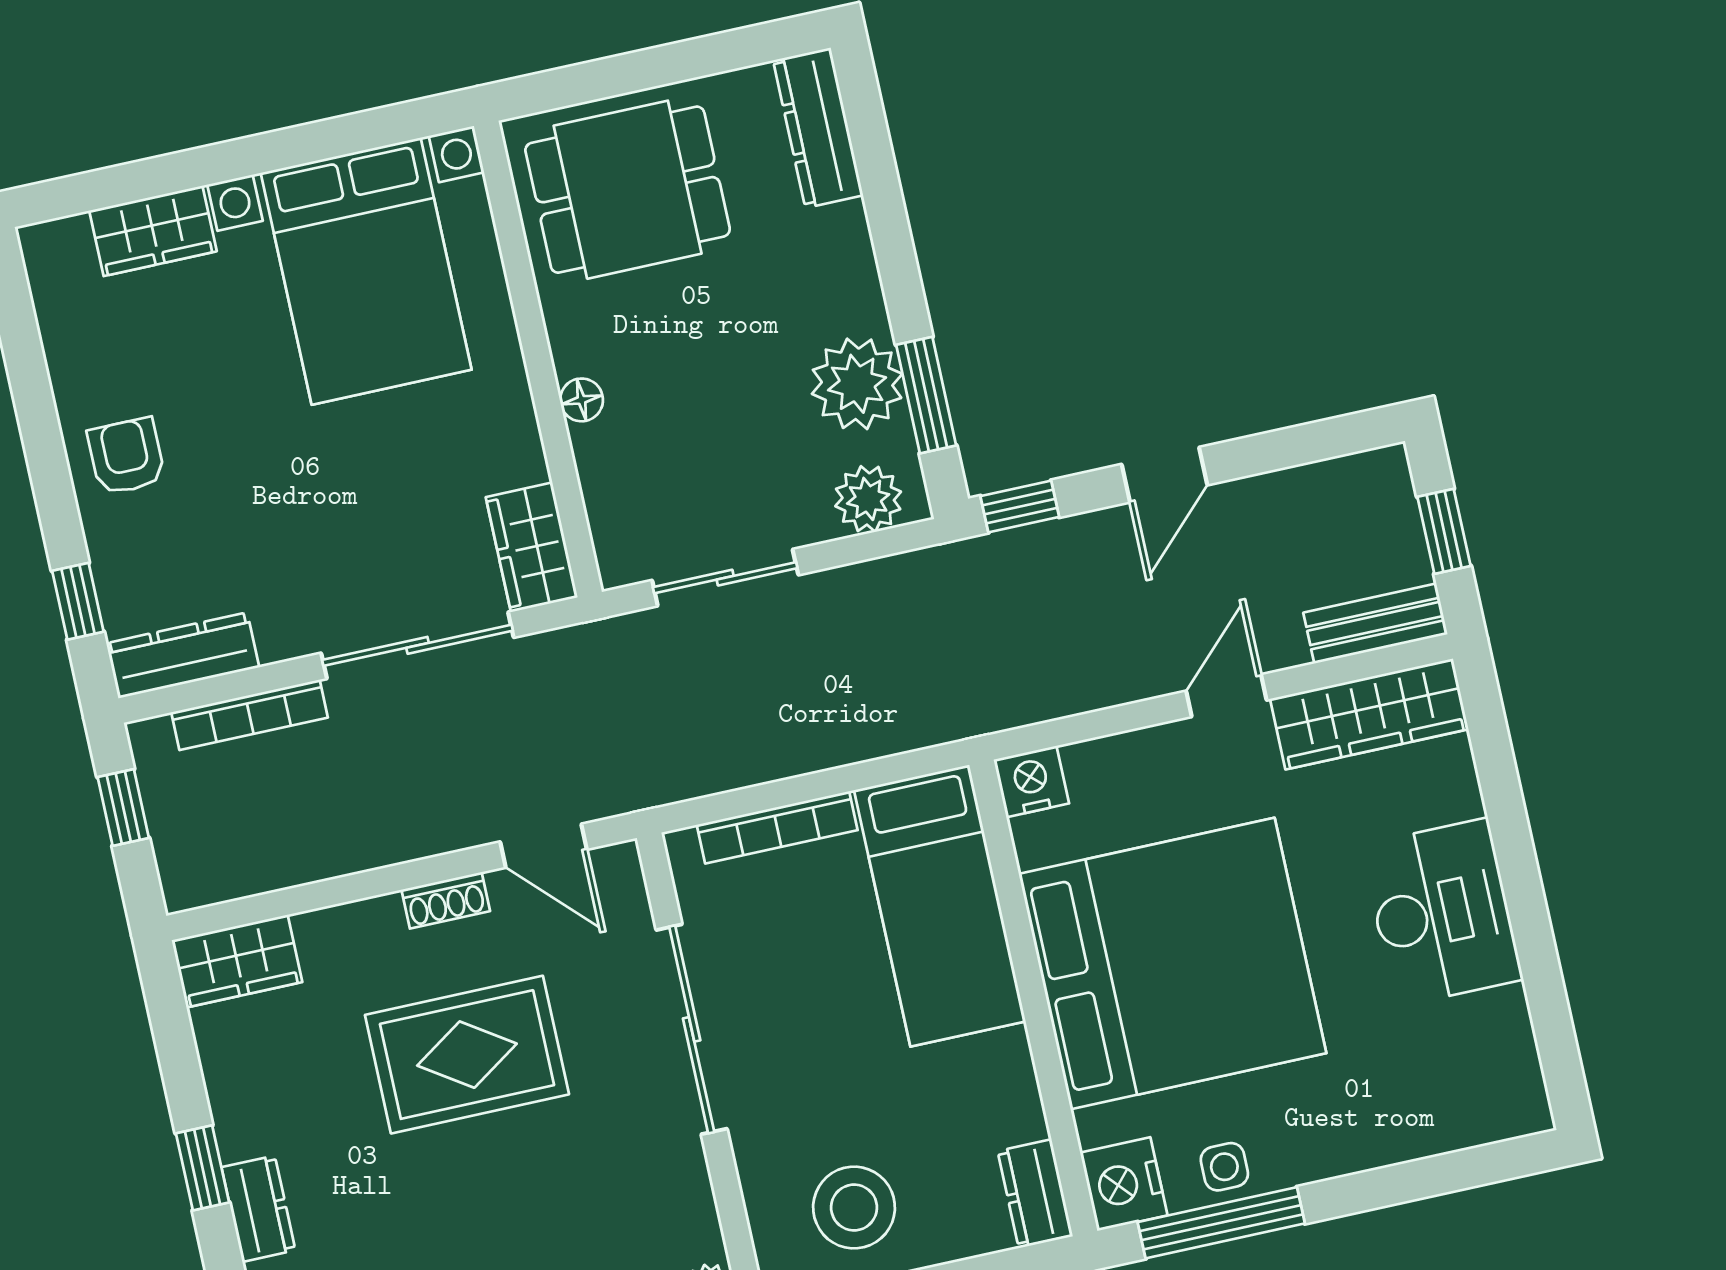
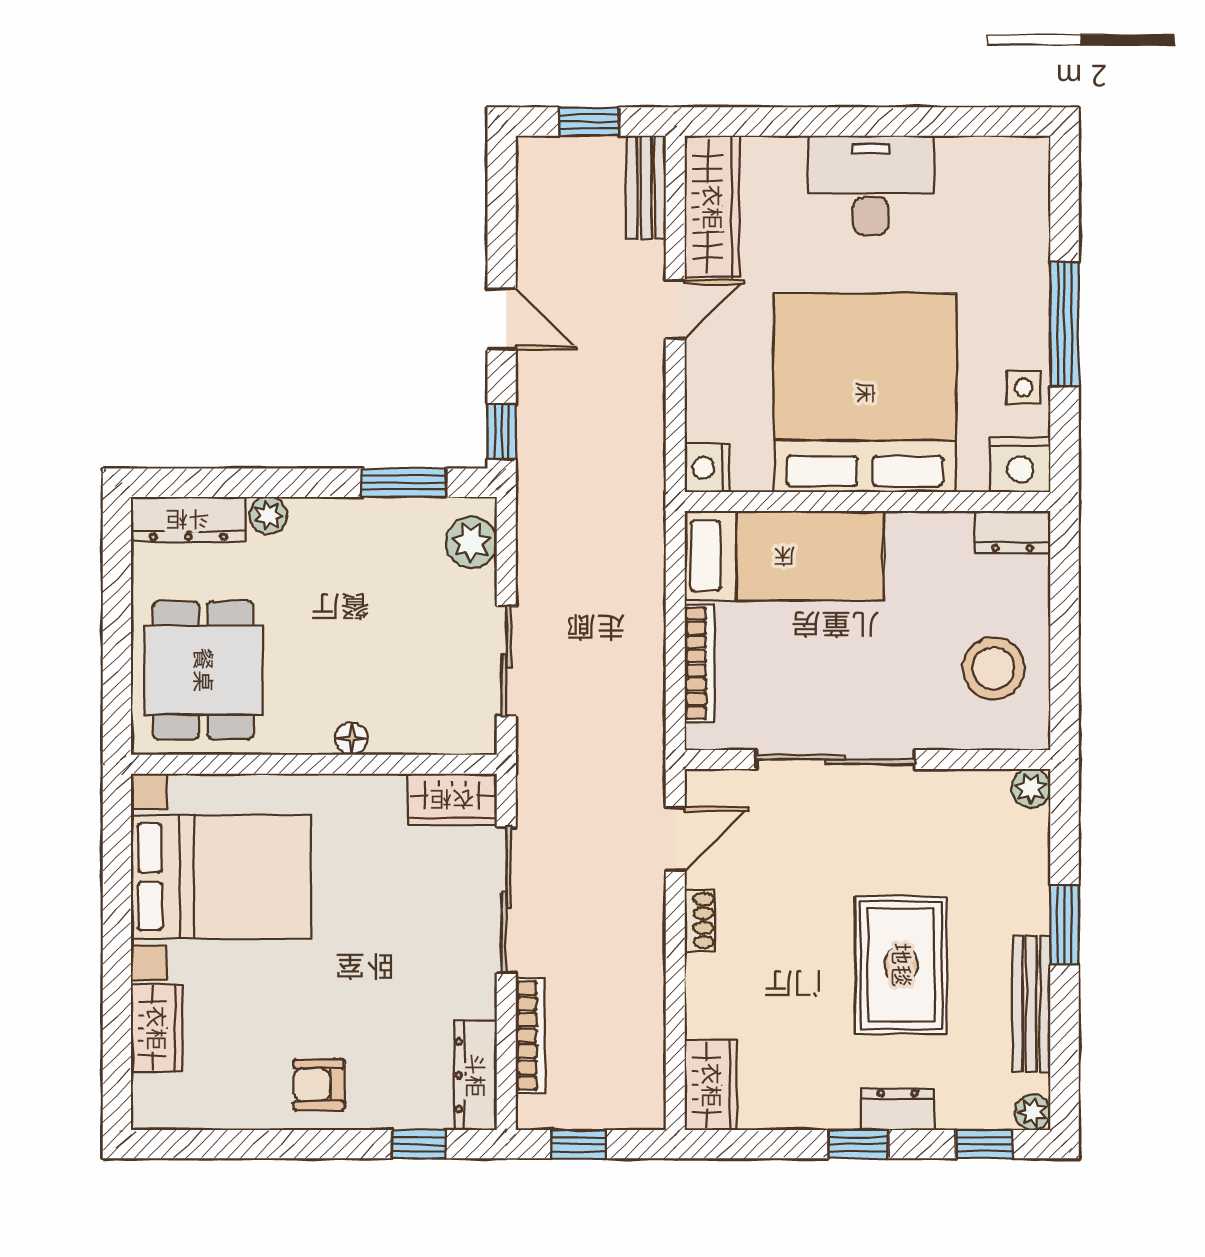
plant: (857, 384) -> (268, 516), moved, width x0.53, depth x0.53
door: (1226, 696) -> (675, 309), swing flipped
rug: (467, 1055) -> (901, 965), moved
window: (1221, 1223) -> (1065, 324), moved

